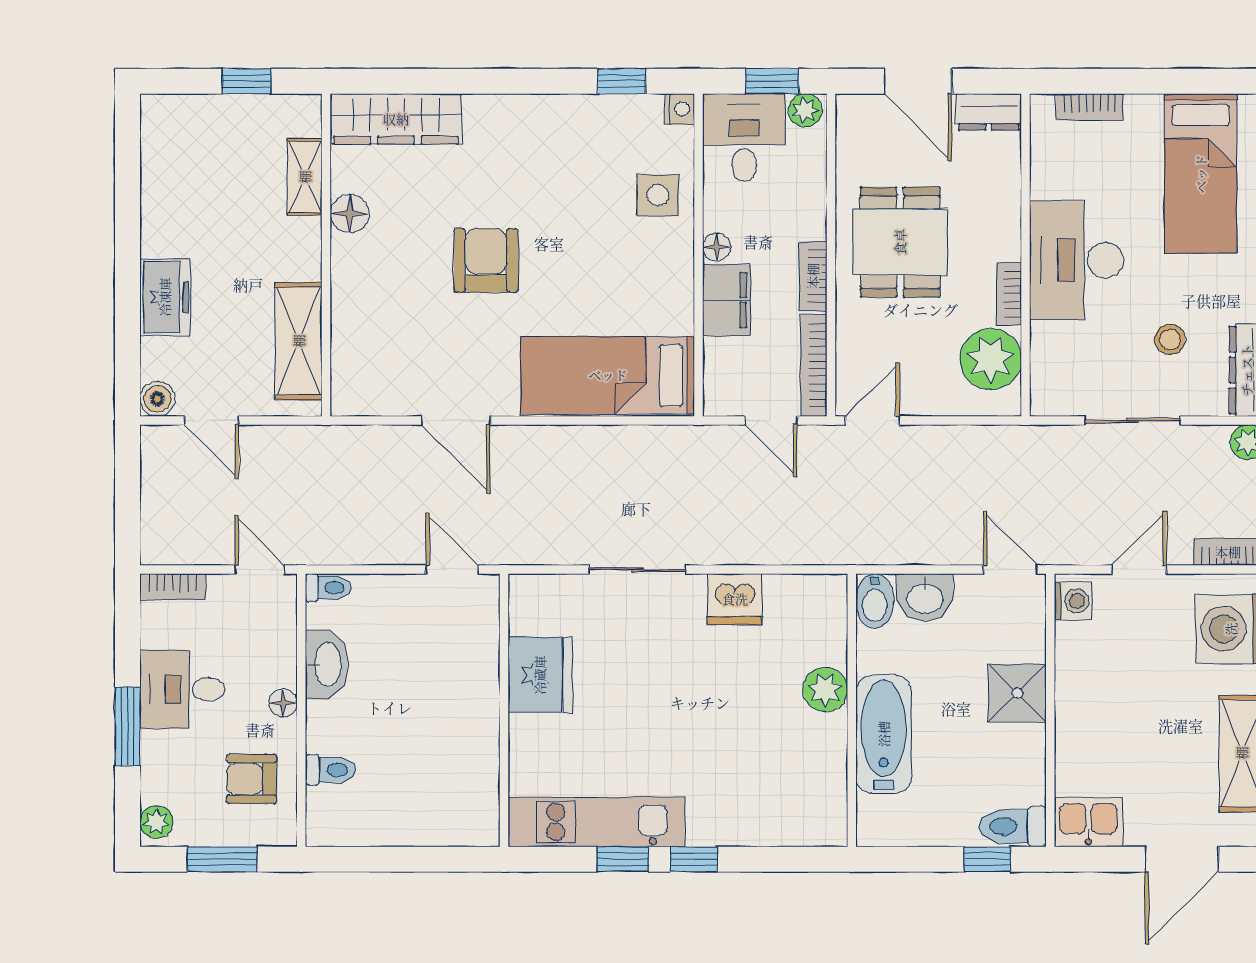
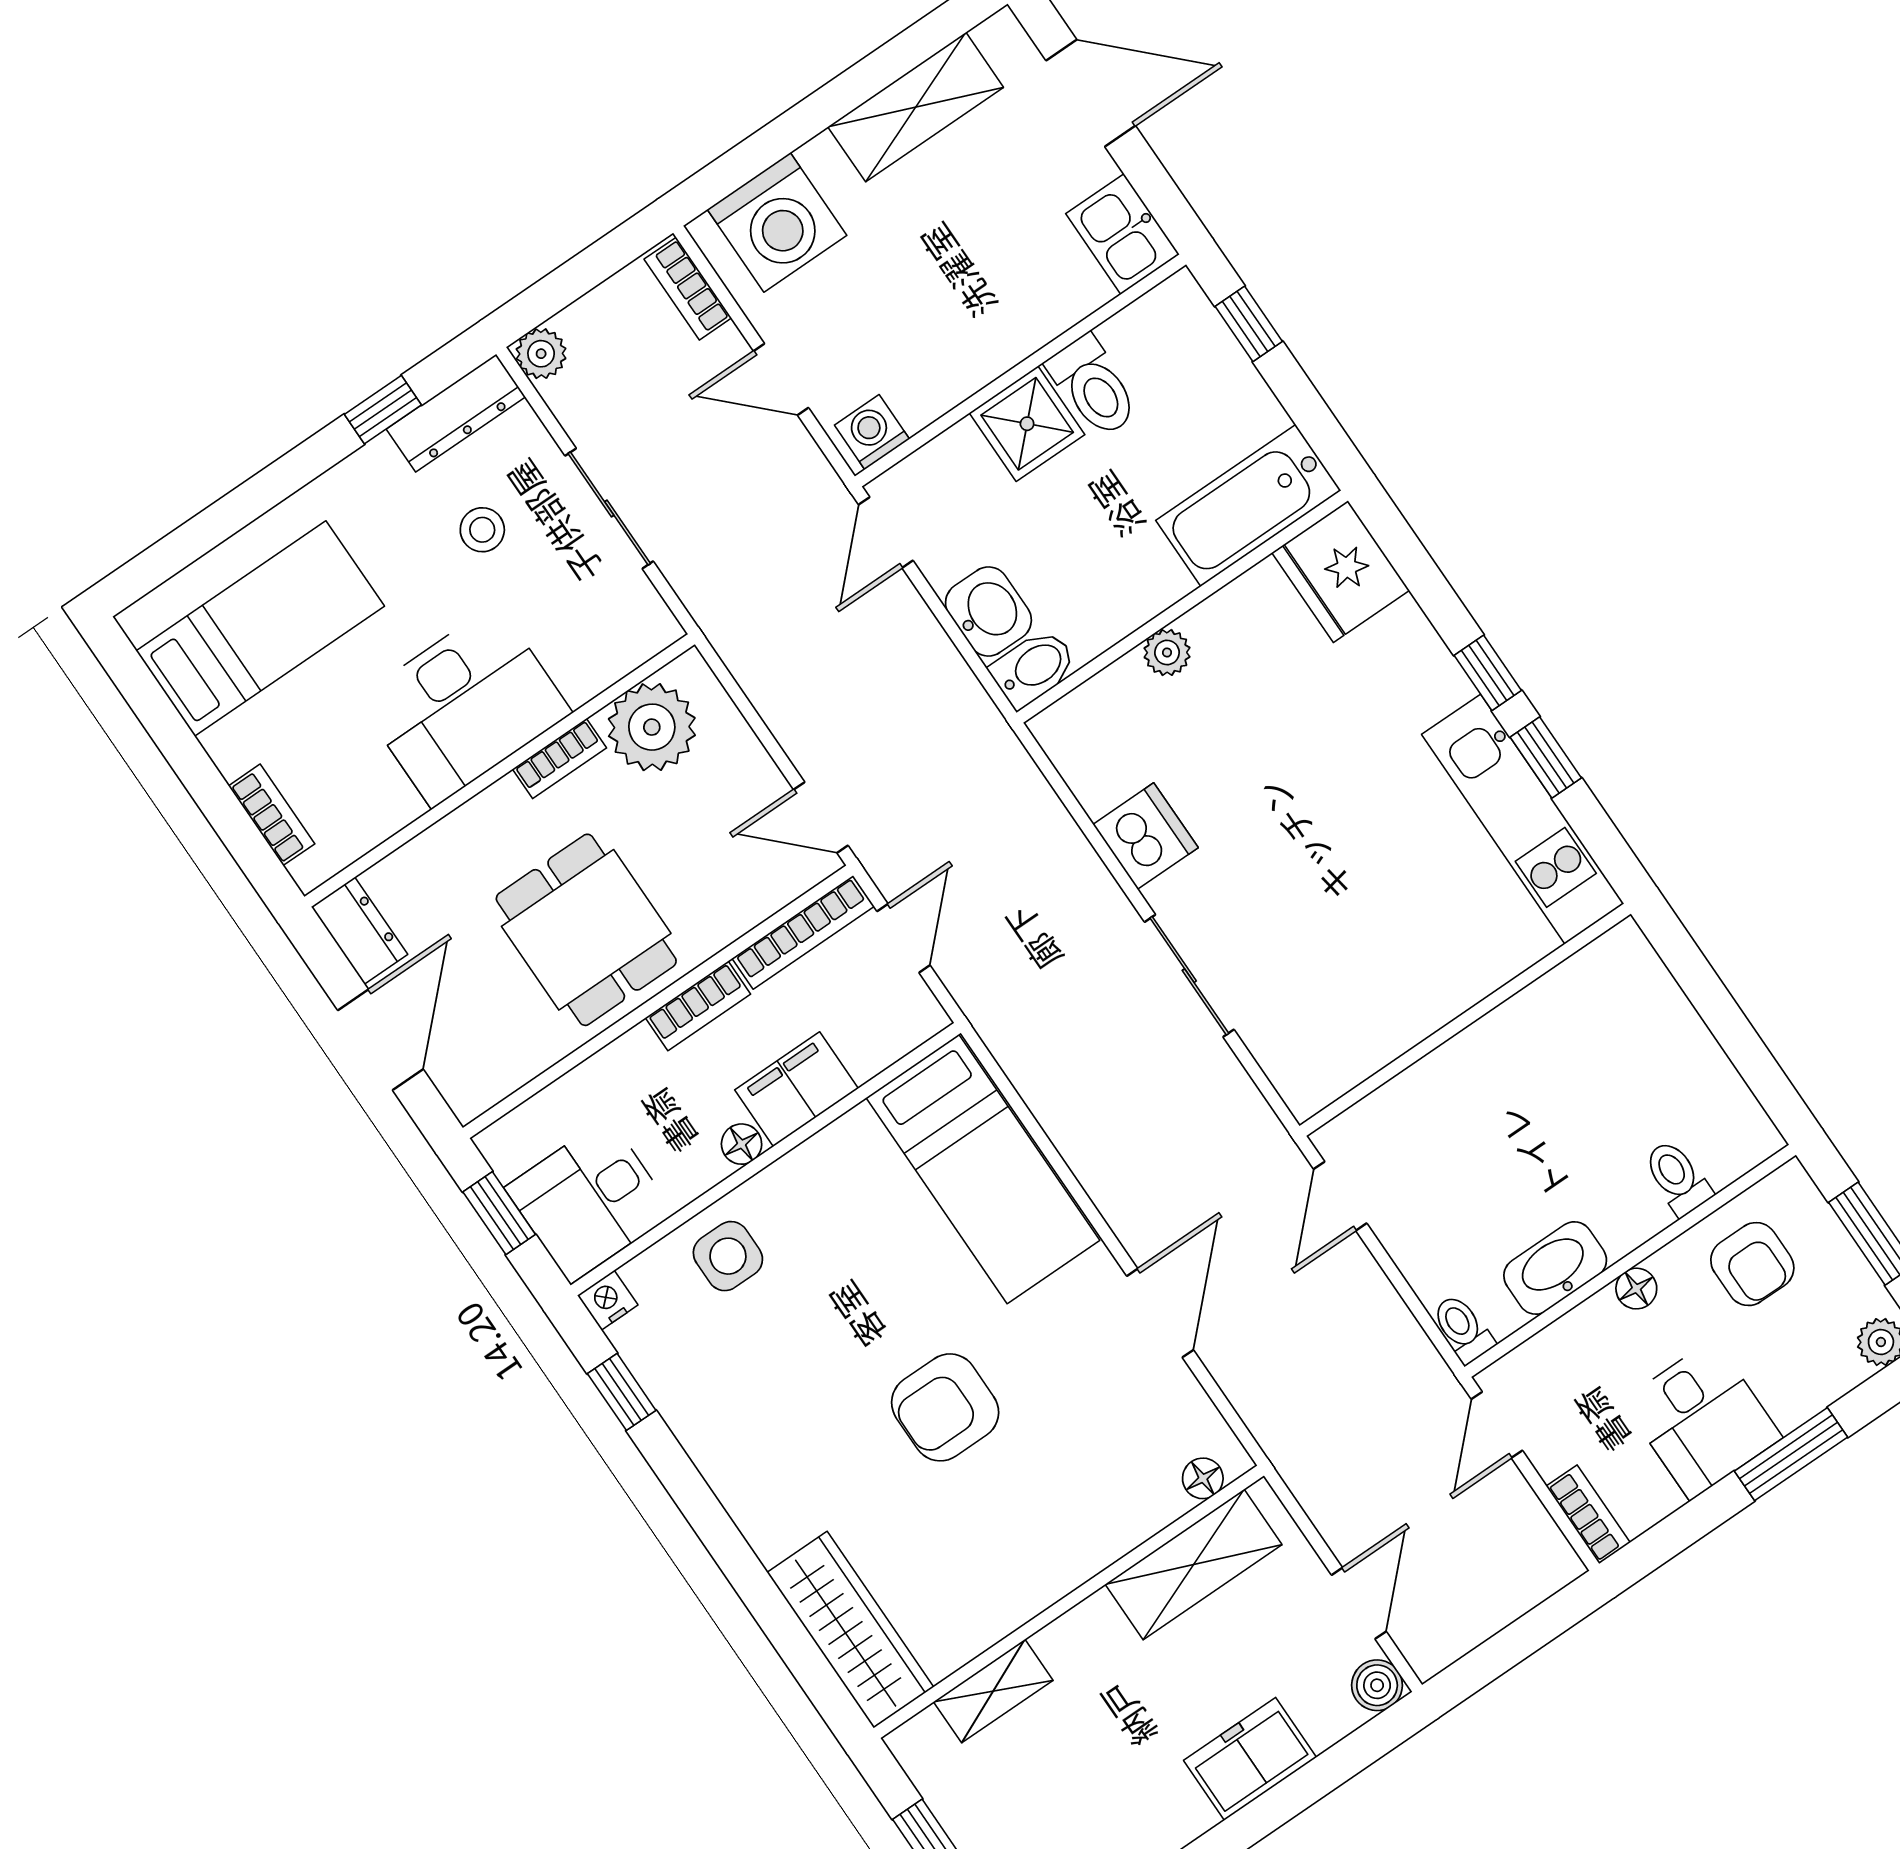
plant: (805, 110) -> (507, 1150), removed
floor lamp: (349, 214) -> (1203, 1478), moved, width x0.73, depth x0.73
dining table: (900, 242) -> (586, 930), turned 90
fridge: (540, 675) -> (1341, 572), moved, turned -90
plant: (825, 690) -> (1167, 653), width x0.73, depth x0.73
bathtub: (884, 734) -> (1248, 505), moved
toilet: (1013, 826) -> (1093, 386), moved

